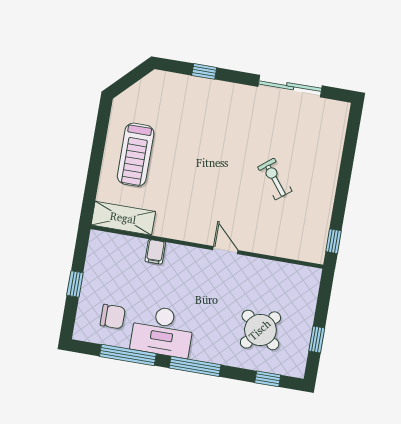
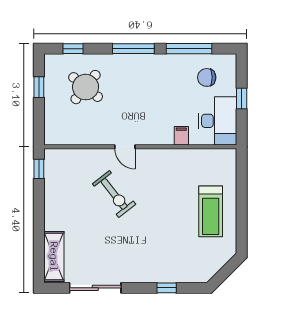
treadmill: (136, 155) -> (211, 211), turned 180
exercise bike: (275, 179) -> (114, 194), moved, width x1.38, depth x1.39
shelving: (123, 218) -> (54, 257), moved, turned 90
desk: (162, 331) -> (218, 121), moved, turned 90

